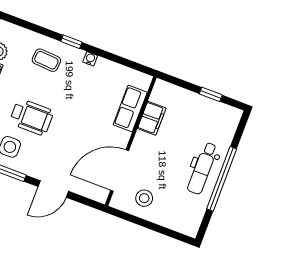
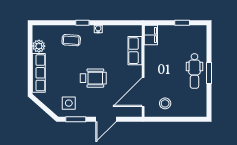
wheelchair: (32, 117) -> (93, 78), moved
filing cabinet: (152, 118) -> (151, 35), moved
window: (222, 179) -> (209, 73), width x0.47

